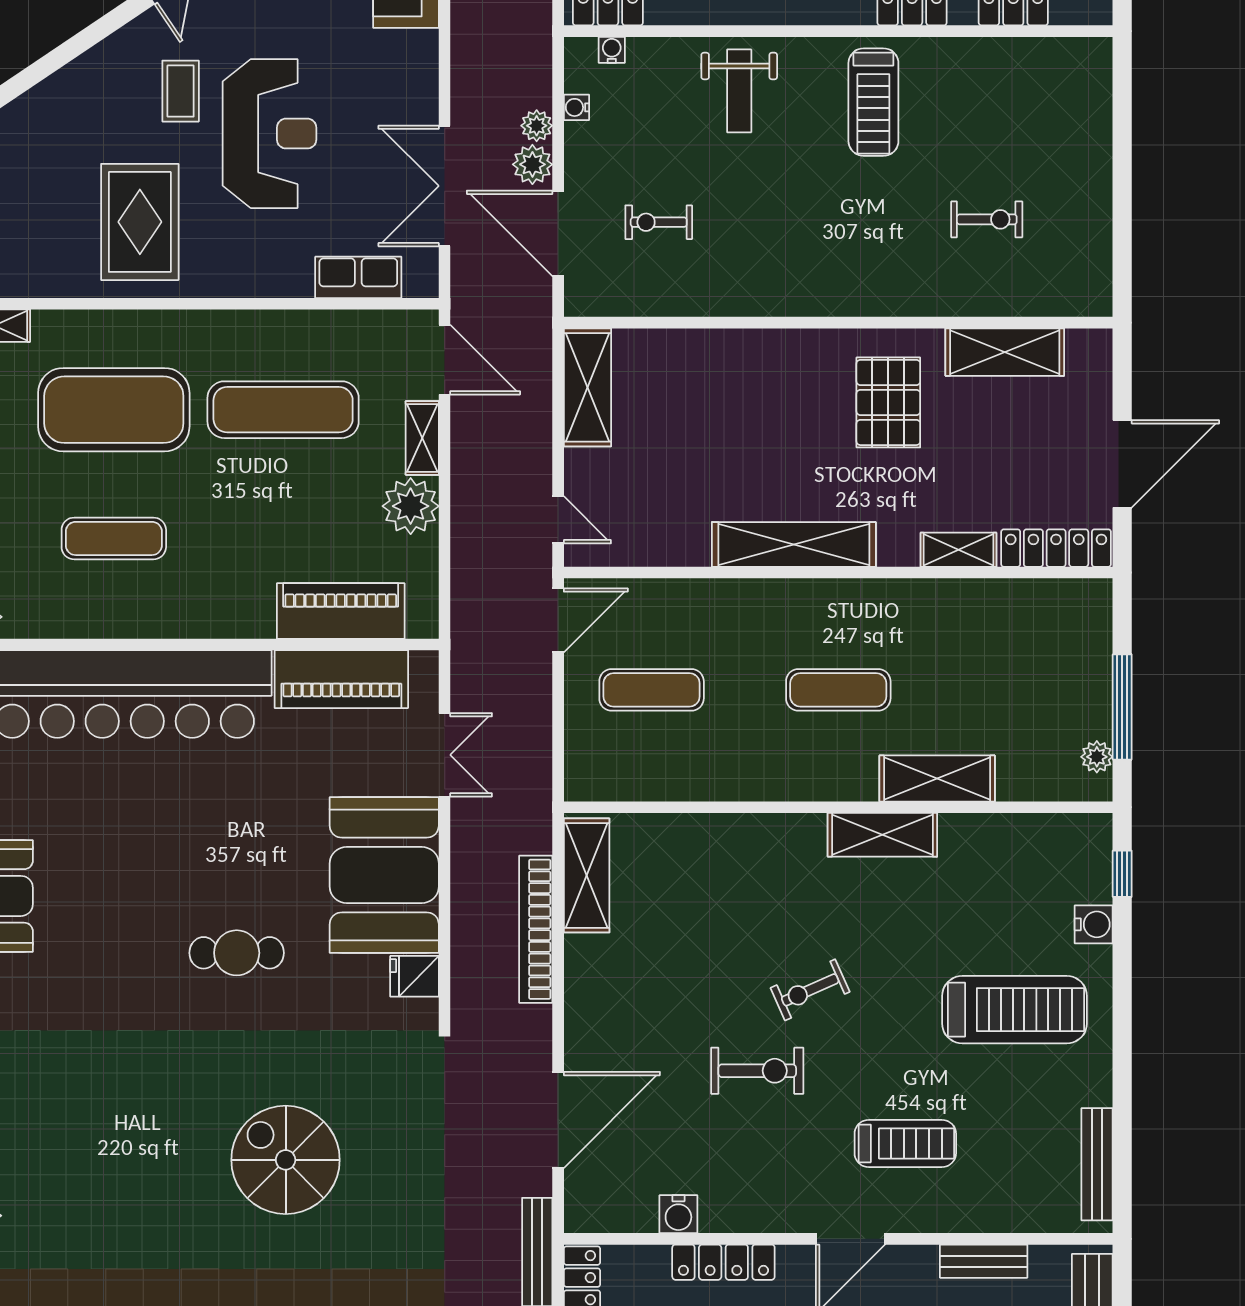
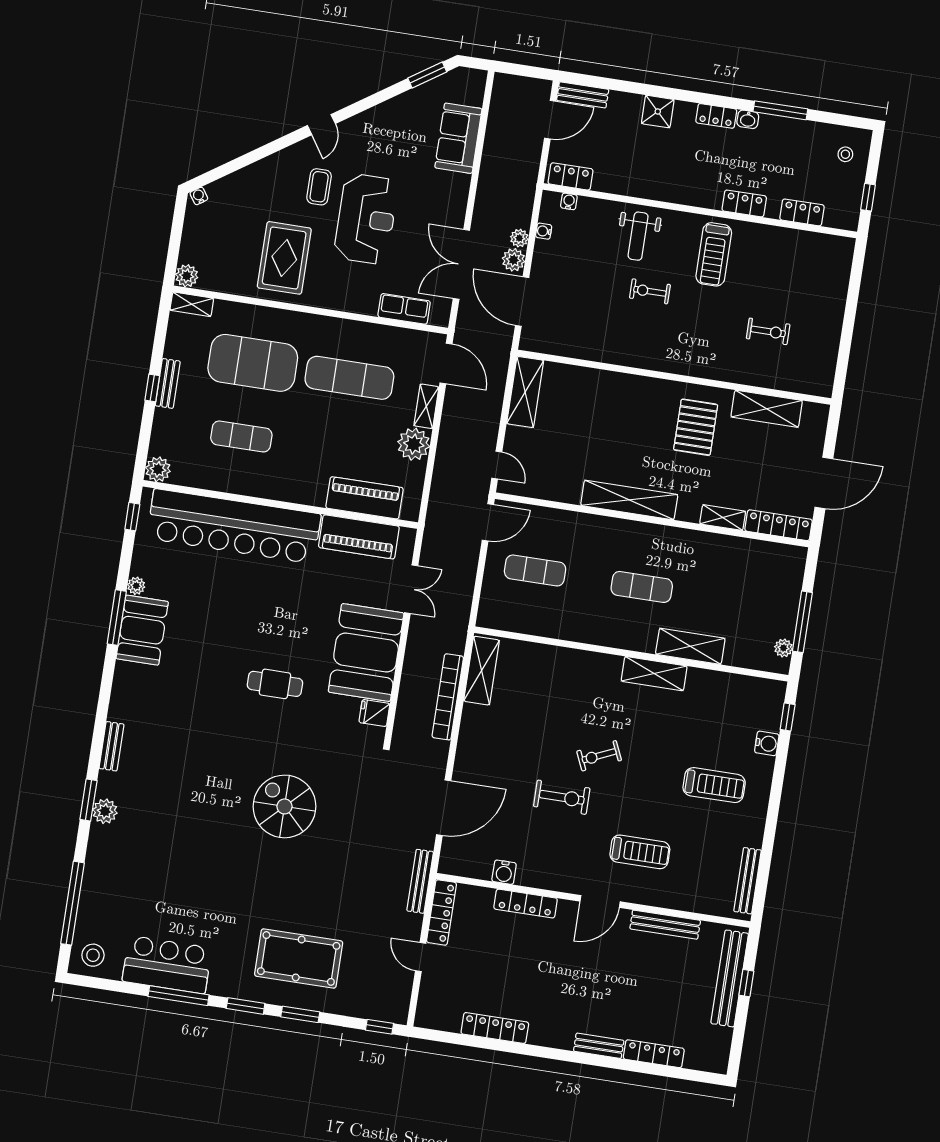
exercise bike: (659, 222) -> (650, 291), moved
treadmill: (1014, 1010) -> (714, 785), width x0.73, depth x0.73
bench: (984, 1261) -> (665, 925), width x1.36

